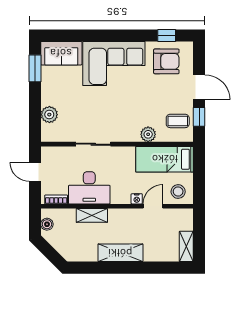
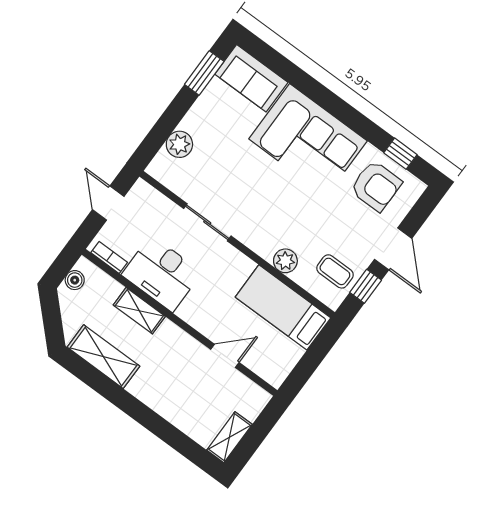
stool: (178, 192) -> (270, 361), removed
nightstand: (137, 199) -> (211, 331), removed
shelving: (120, 253) -> (103, 357), moved

